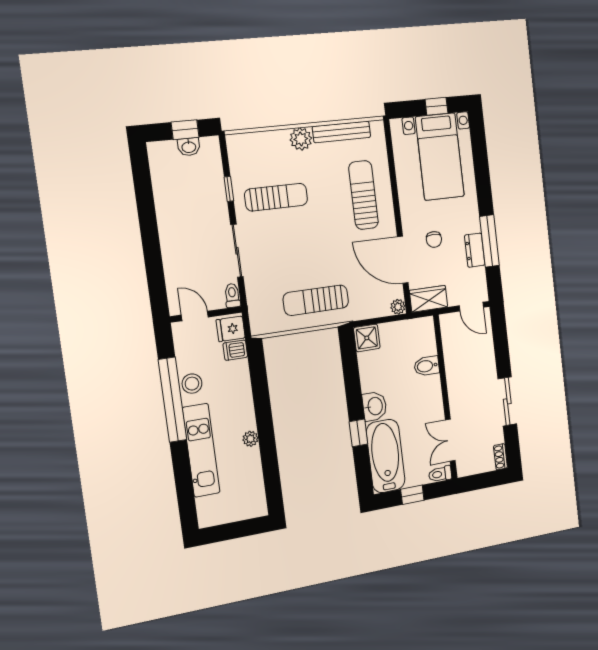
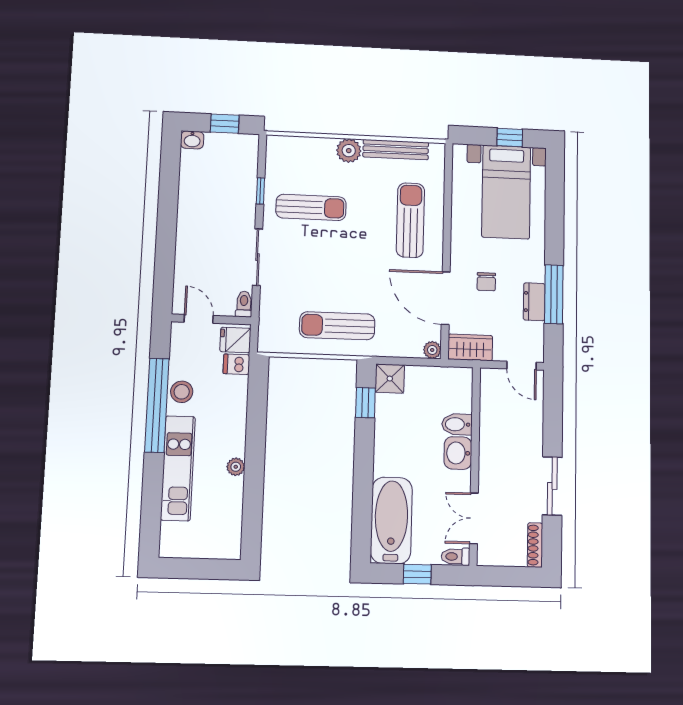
washbasin: (189, 147) -> (192, 140), moved
washbasin: (375, 406) -> (458, 453), moved, turned 180
window: (359, 433) -> (365, 403), moved
shoe rack: (500, 457) -> (535, 545), width x1.43

